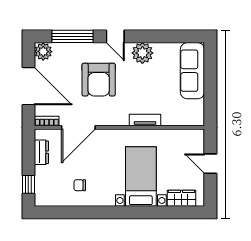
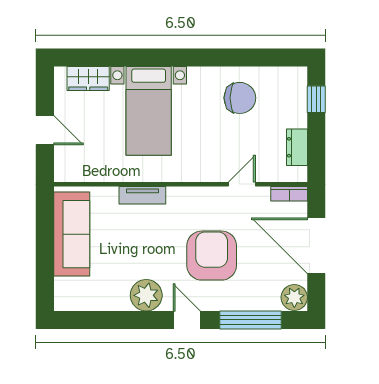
sofa: (192, 71) -> (72, 234), moved
door: (78, 127) -> (242, 184), width x0.53
chair: (80, 185) -> (240, 98), width x1.87, depth x1.87

